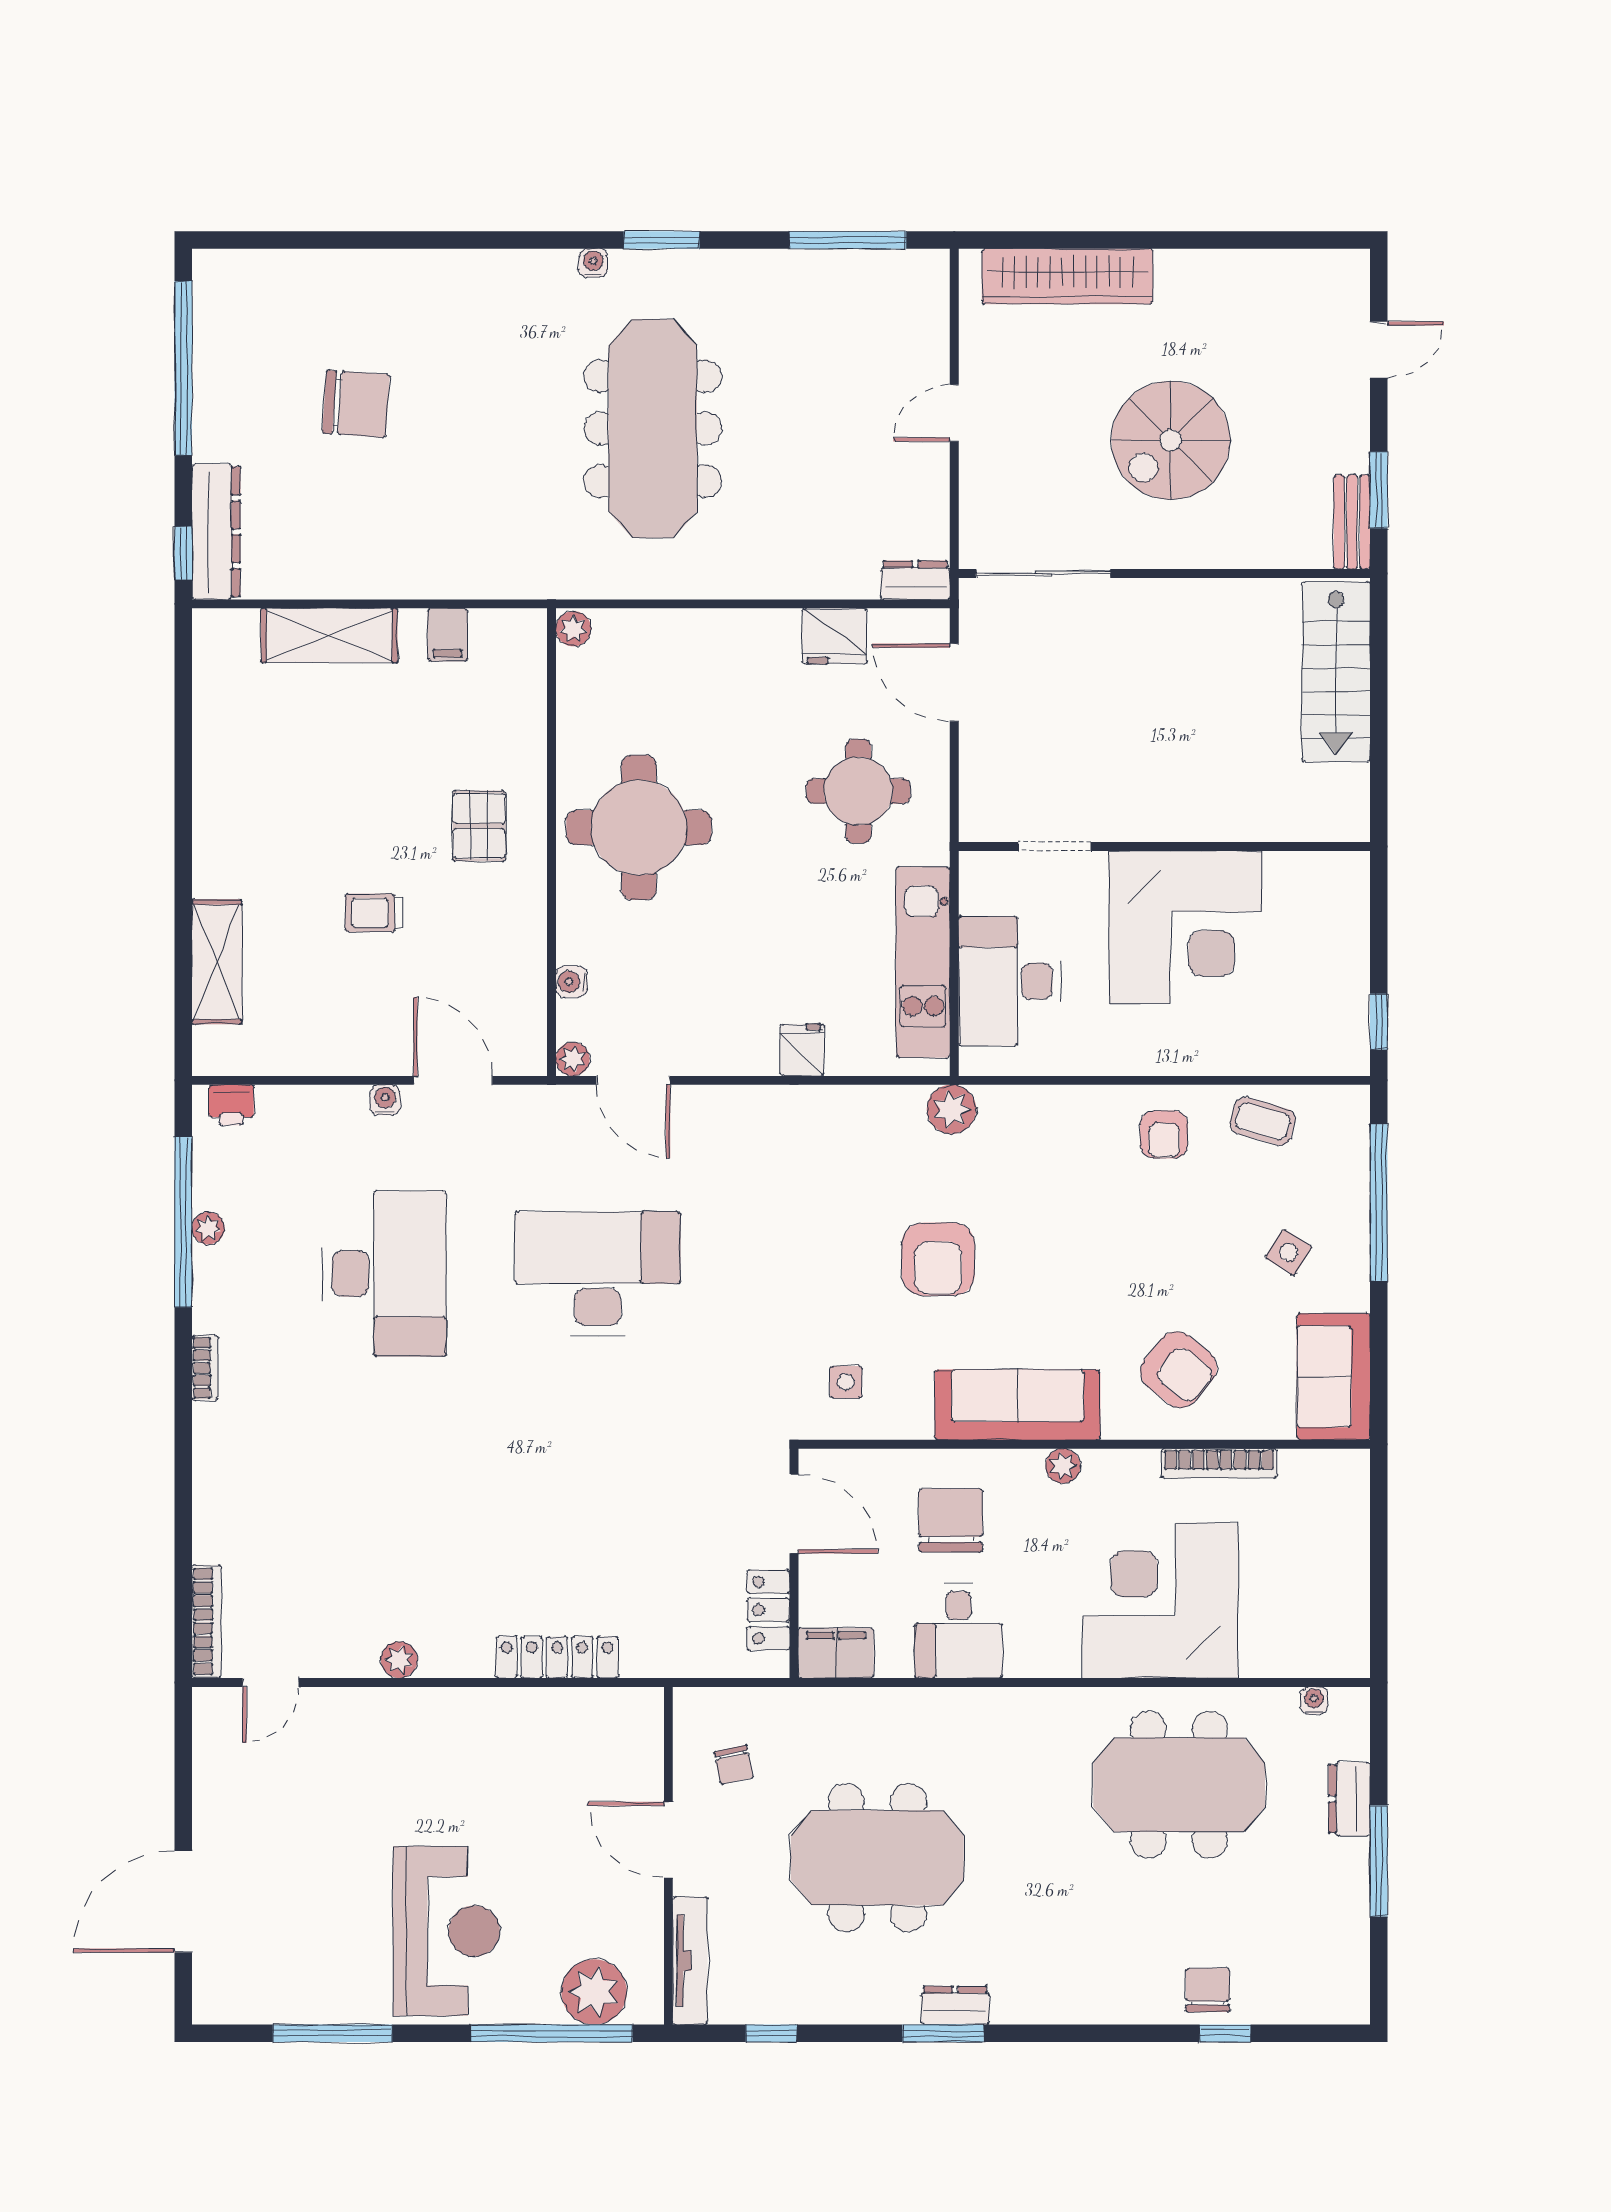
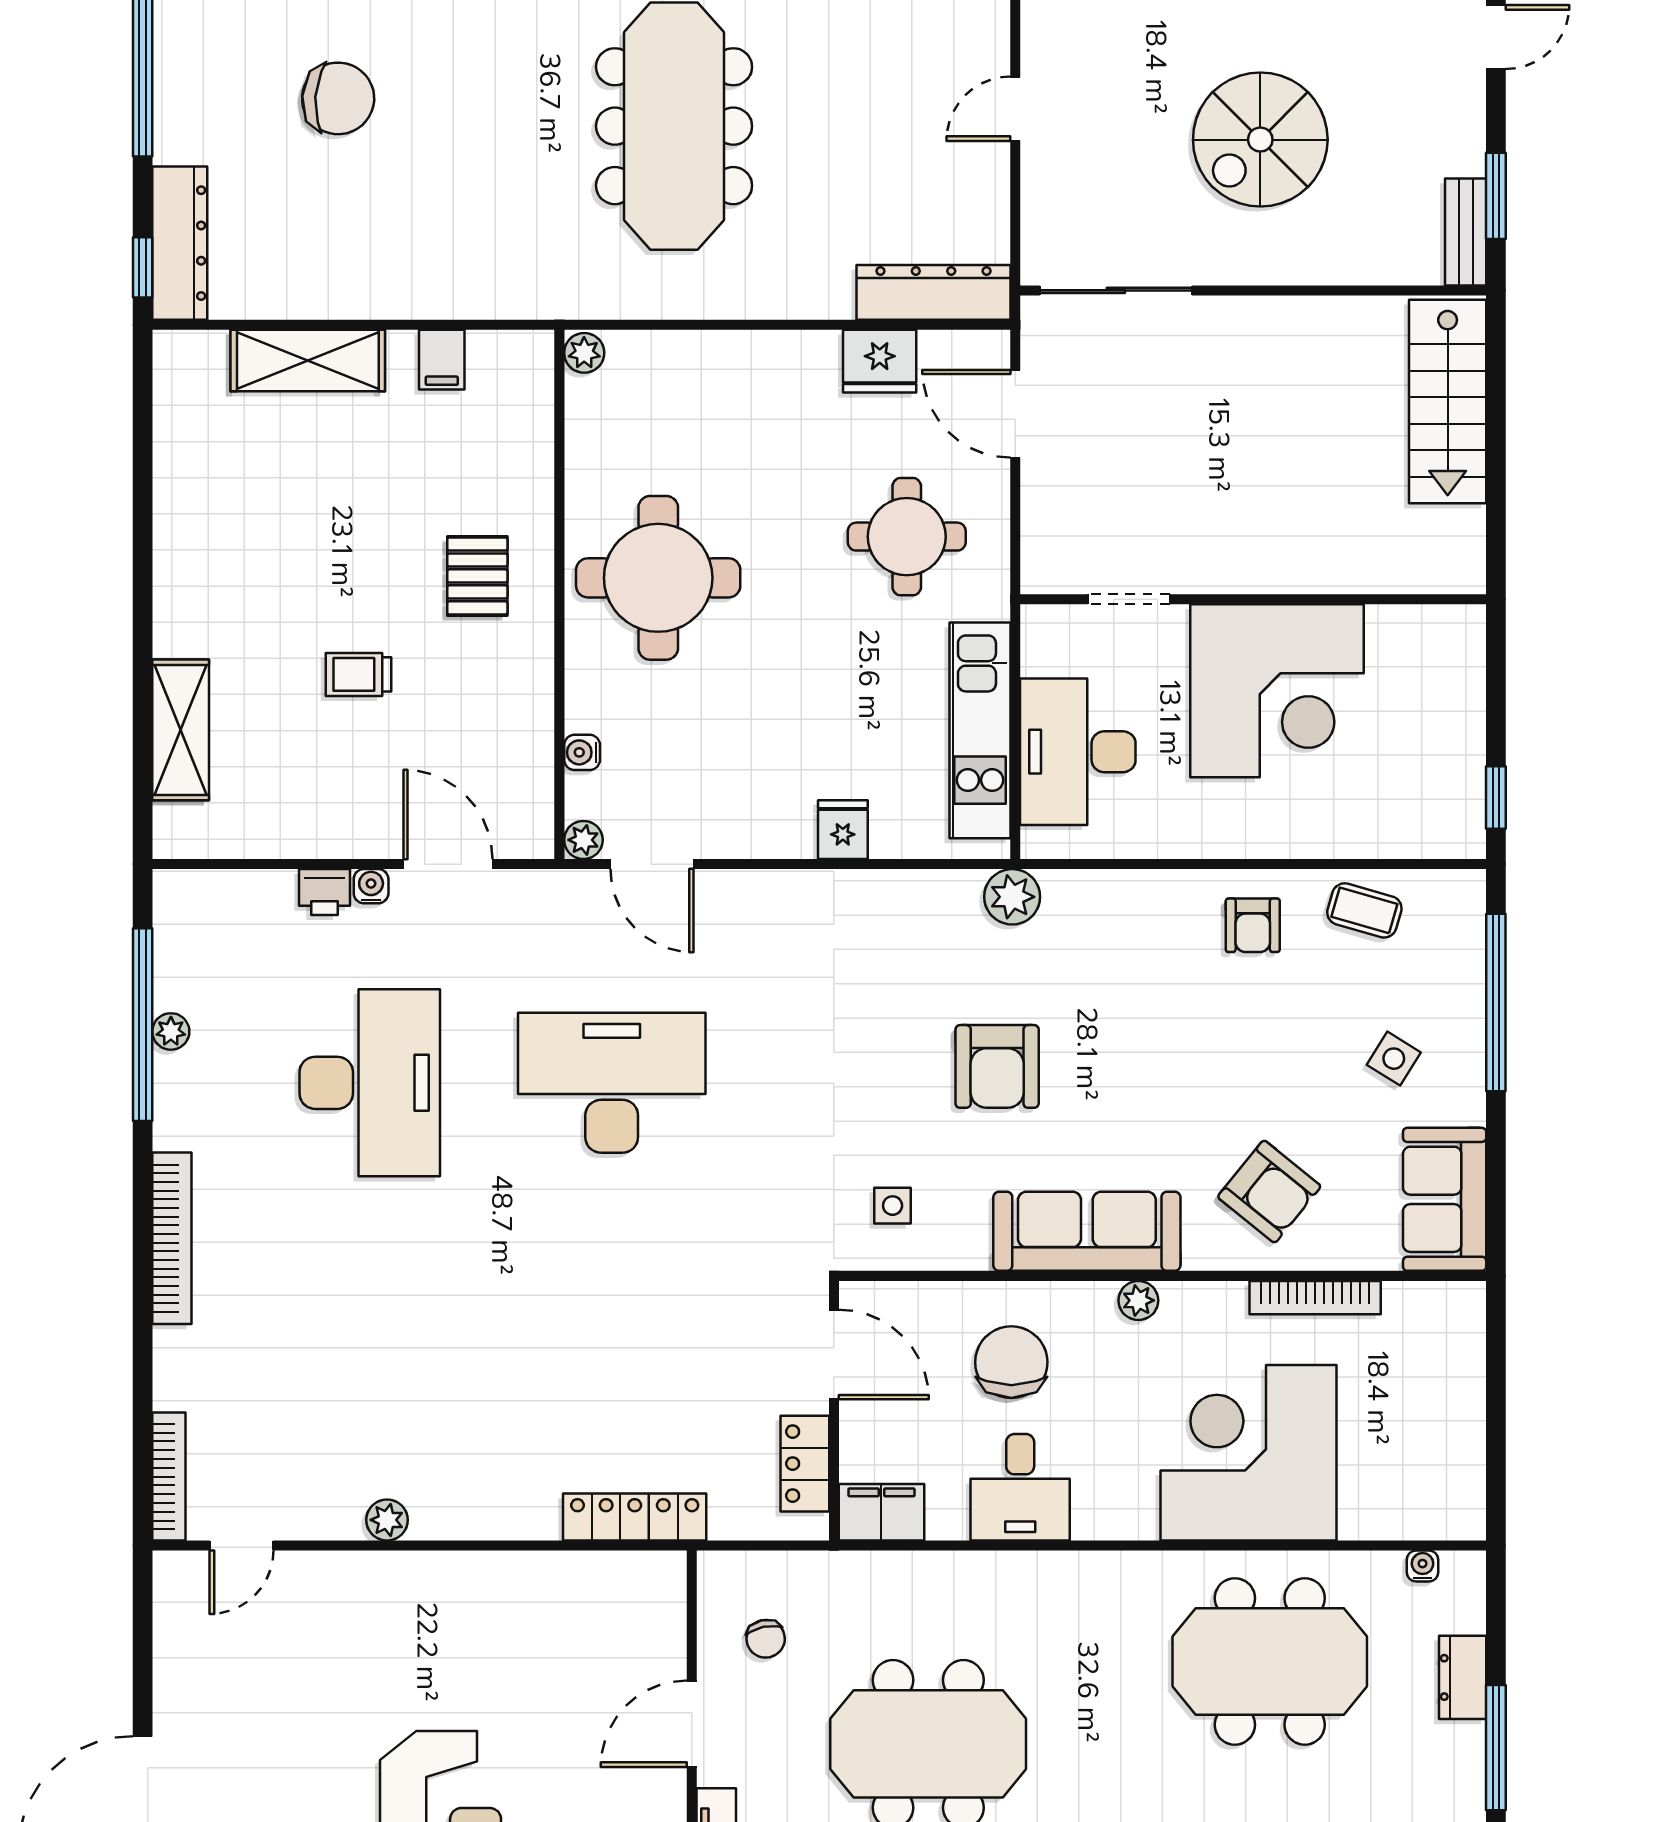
dresser: (915, 580) -> (934, 292), width x1.96, depth x1.24
printer: (231, 1105) -> (325, 892), moved
bookcase: (205, 1368) -> (172, 1238), width x2.31, depth x1.31
locker: (557, 1657) -> (635, 1517), moved
door: (668, 1840) -> (692, 1724), hinge flipped

